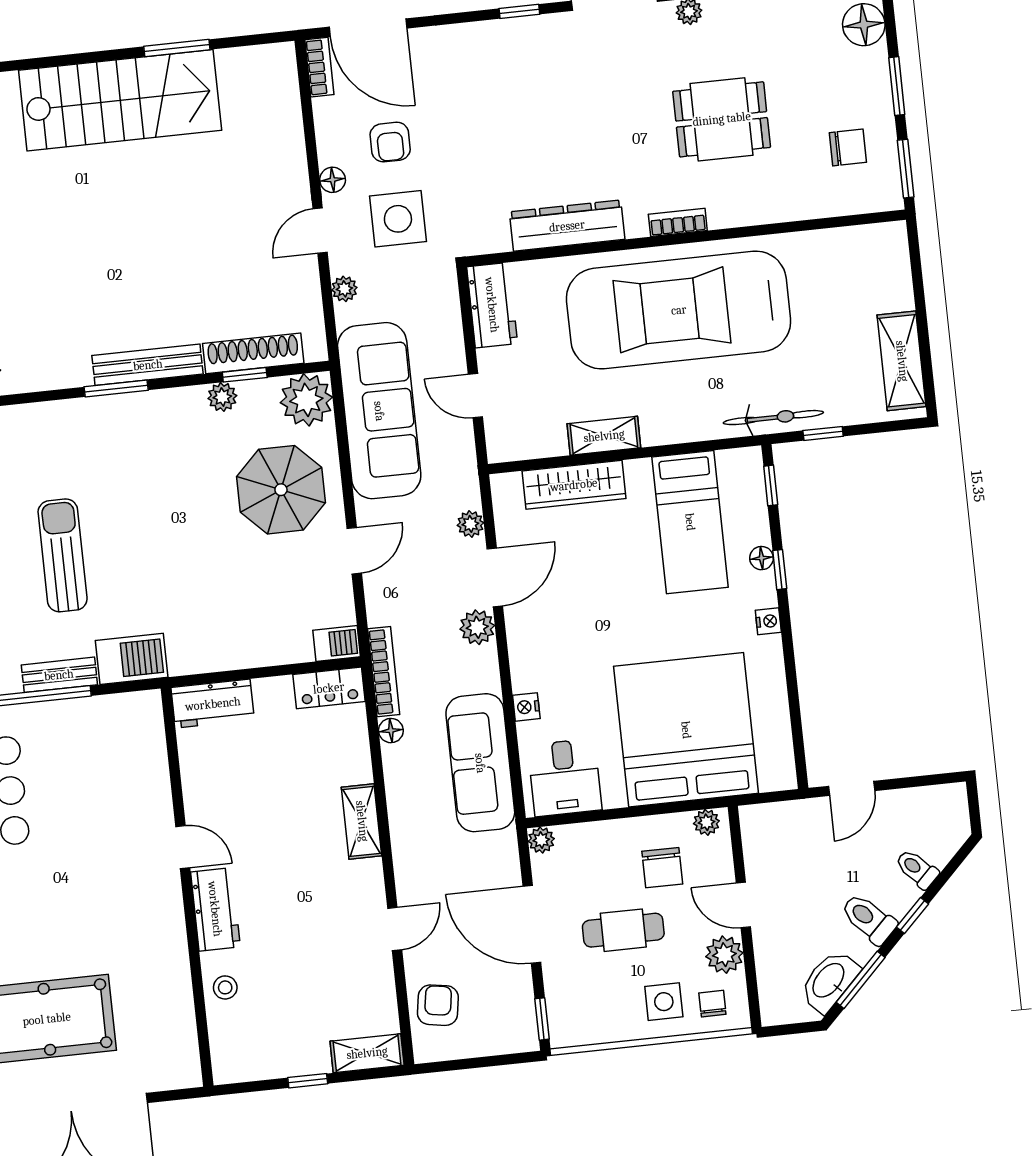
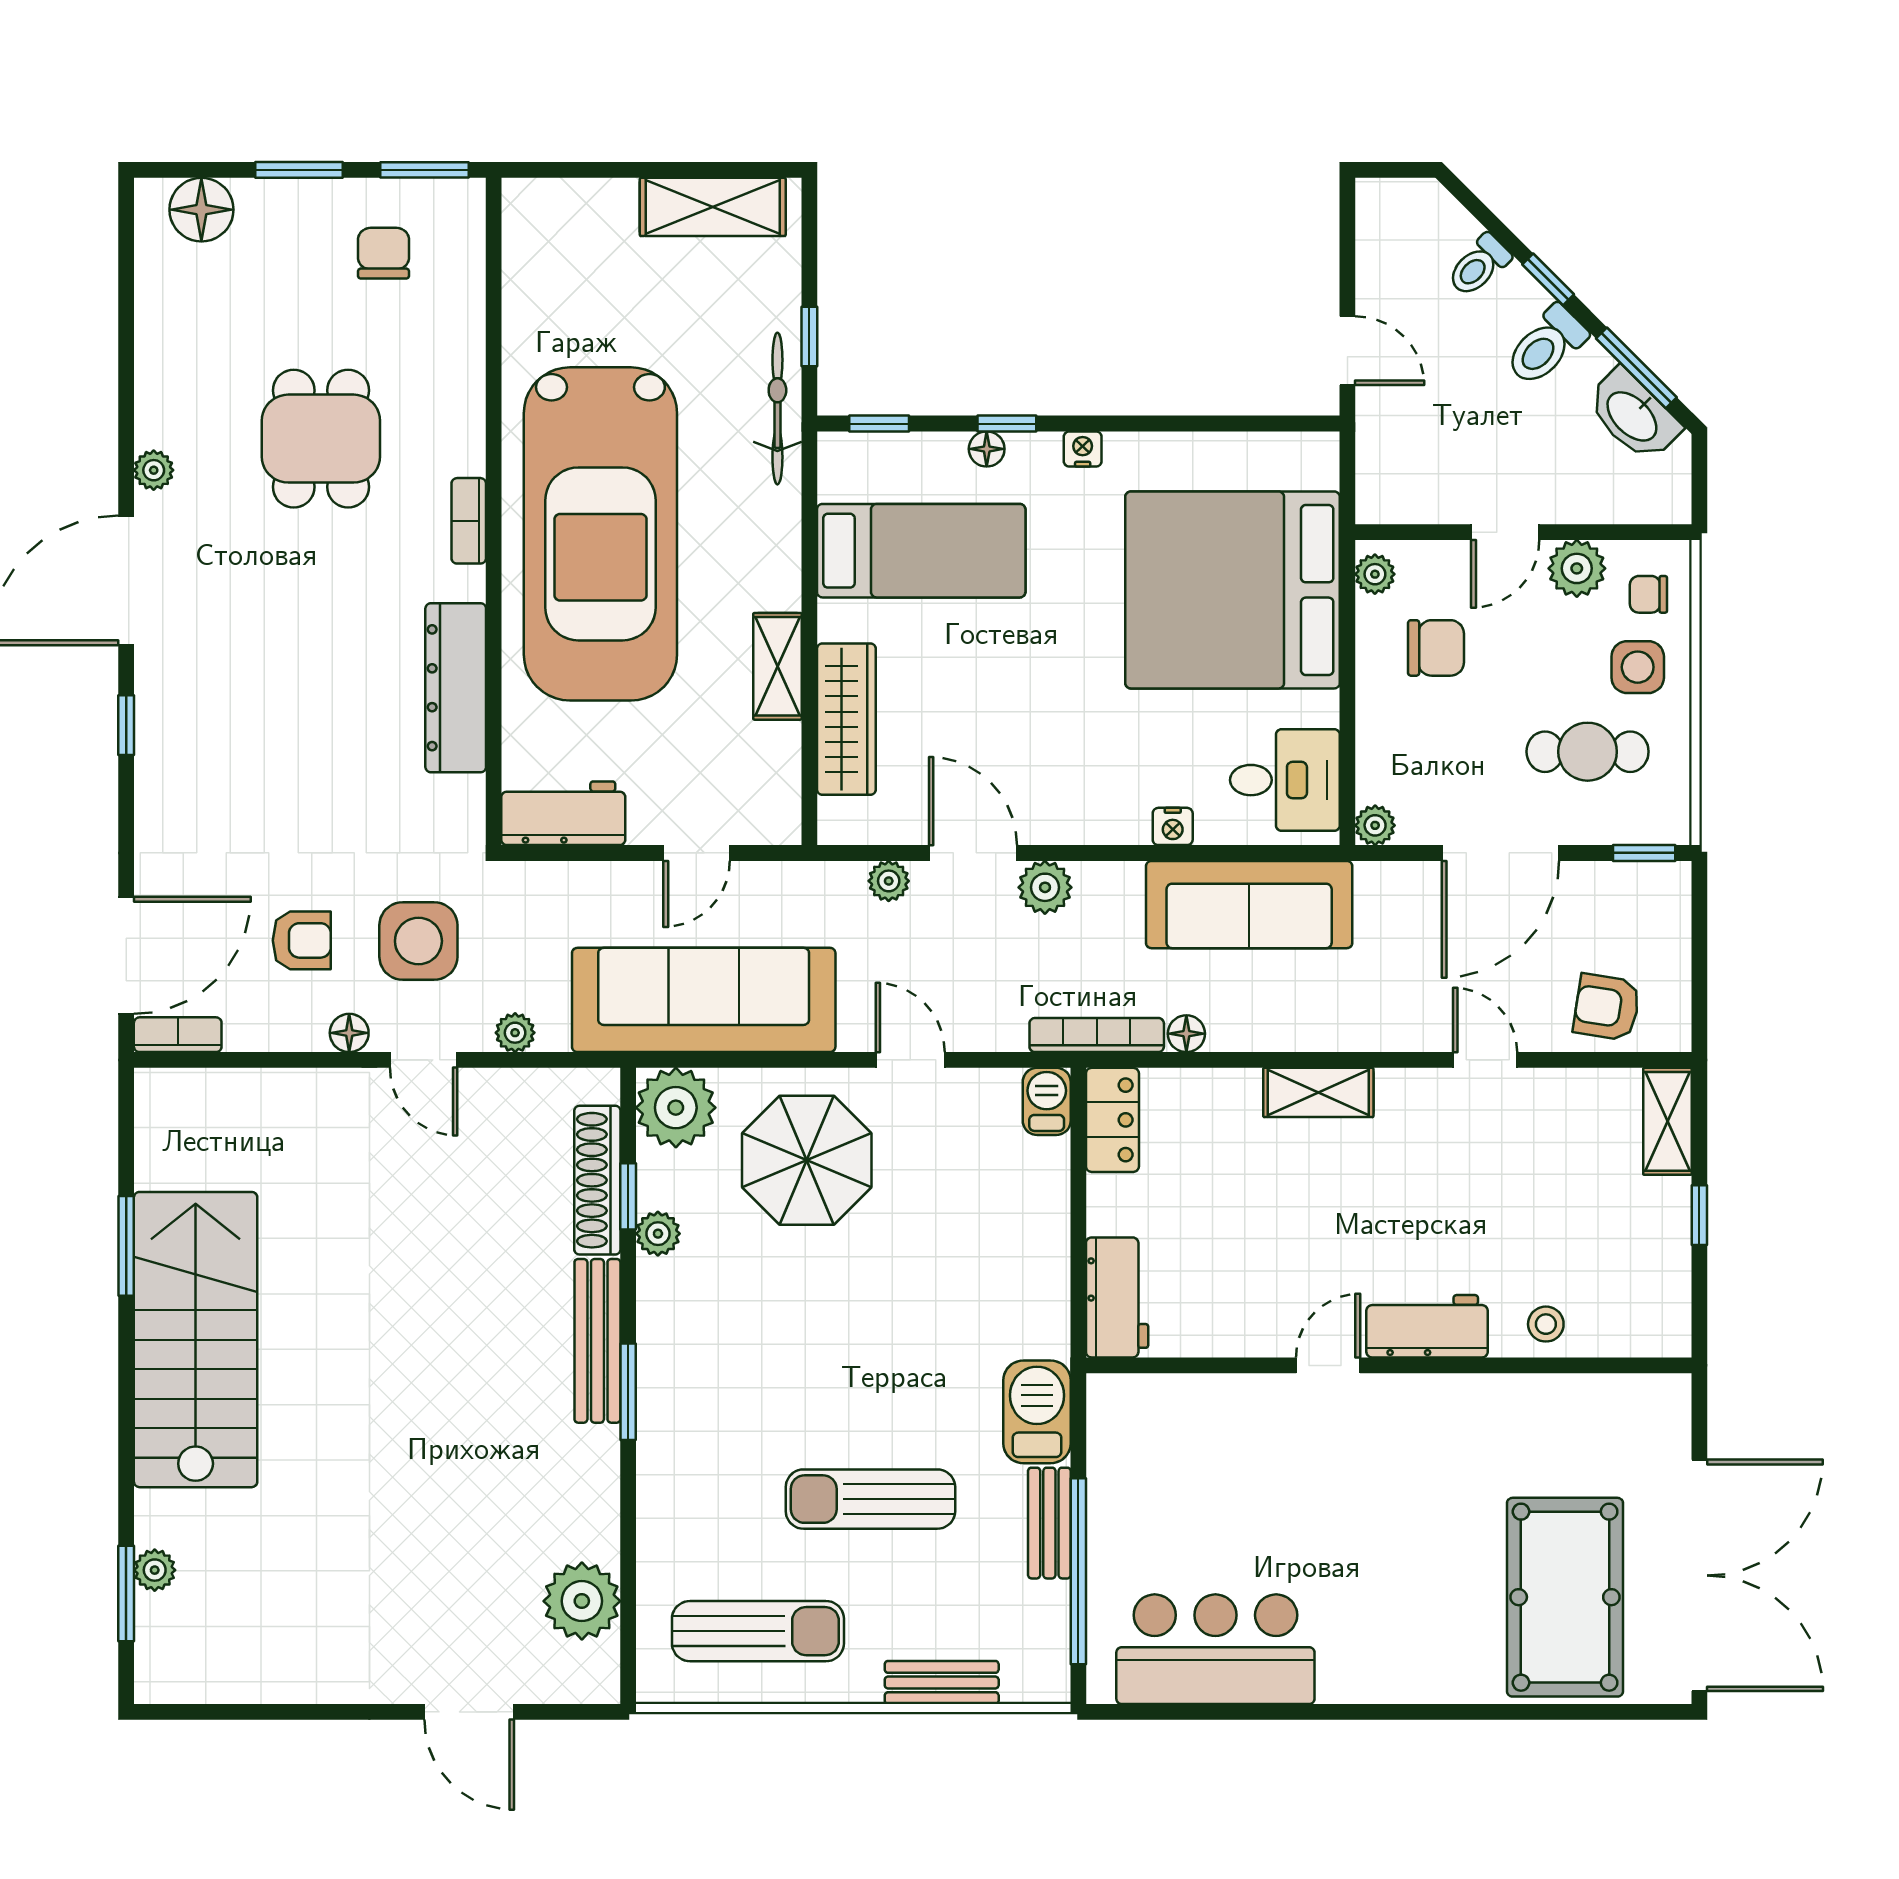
cafe table: (623, 930) -> (1588, 752), moved, turned 90

